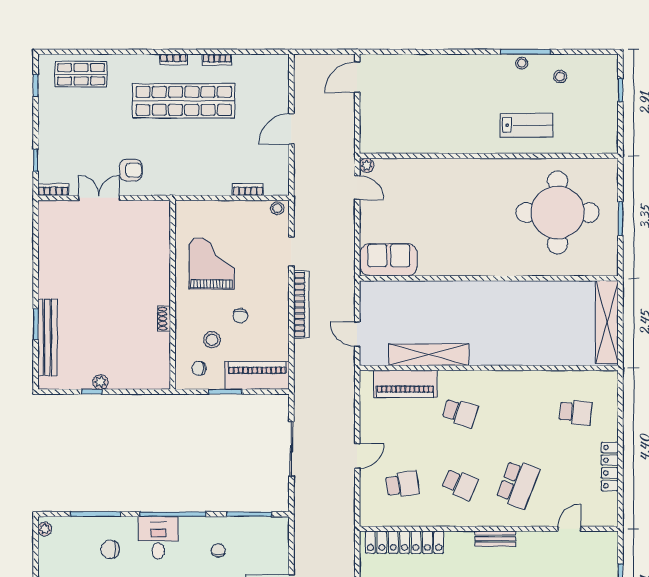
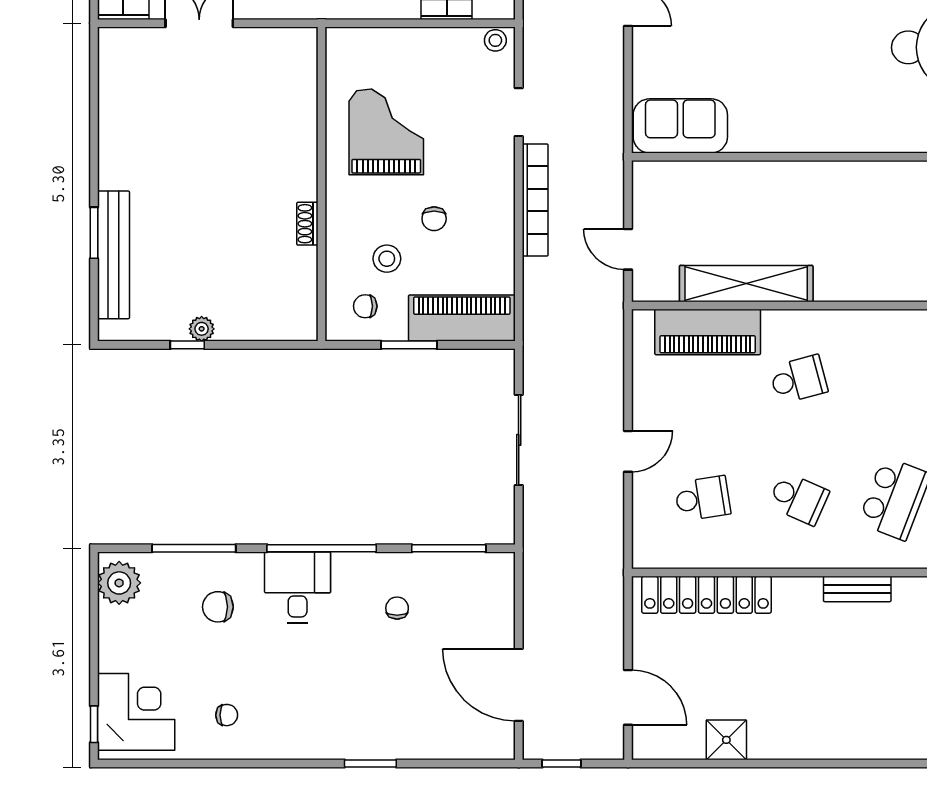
school desk: (460, 412) -> (798, 379), turned -33
plant: (45, 529) -> (119, 583), width x1.88, depth x1.88

